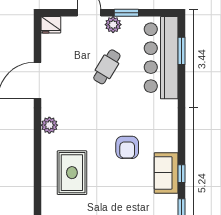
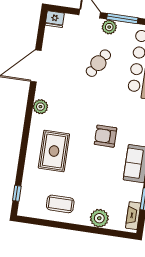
window: (126, 13) -> (122, 18), width x1.44
armchair: (127, 147) -> (106, 136), turned 90

